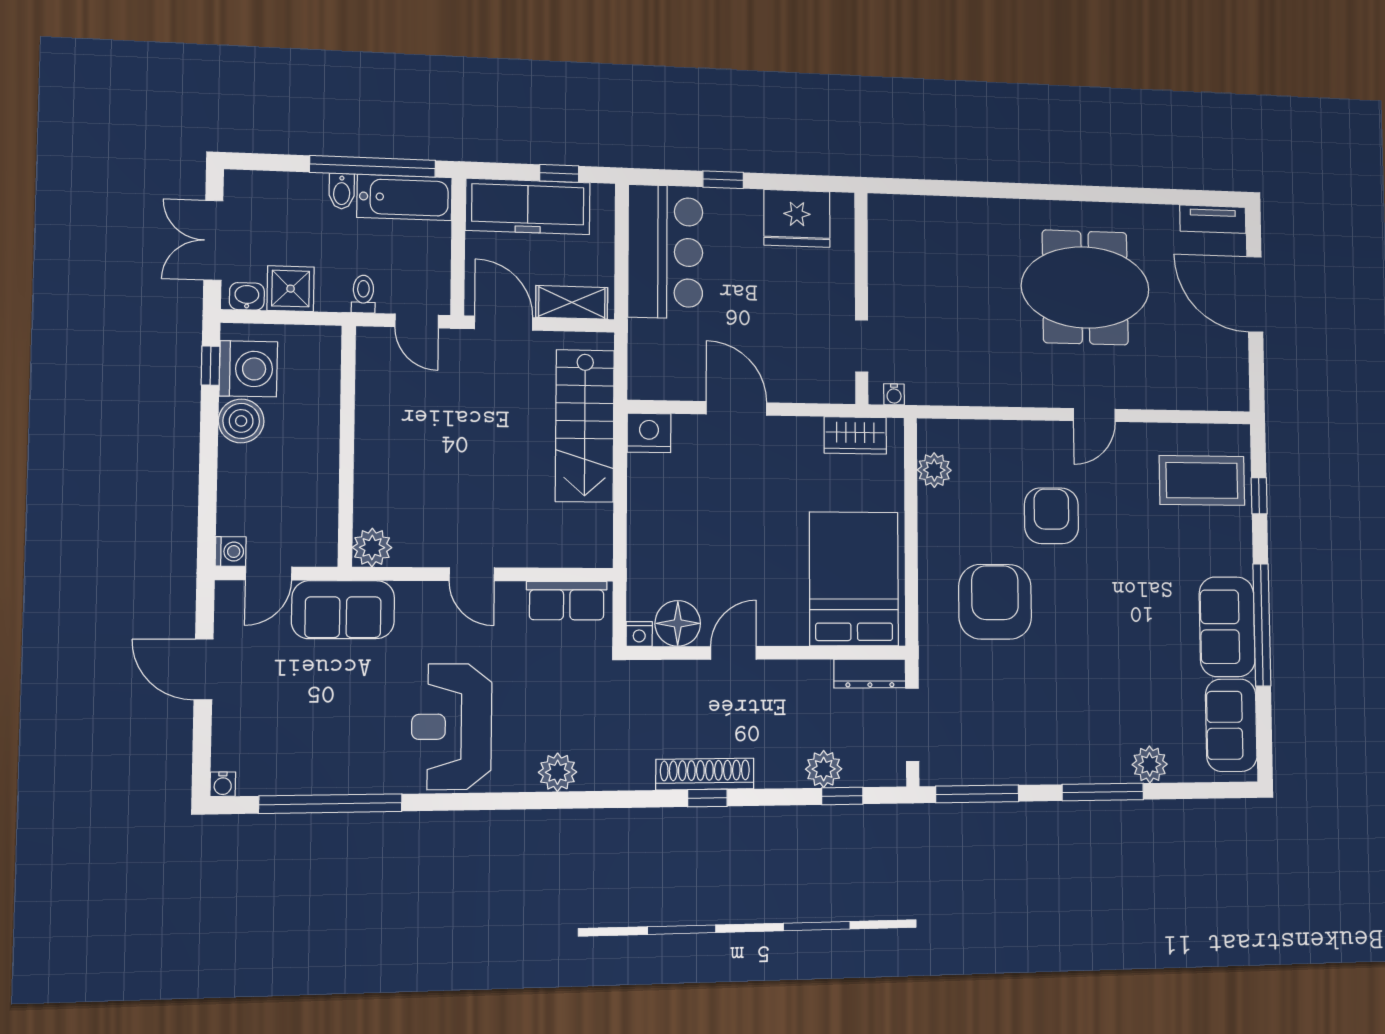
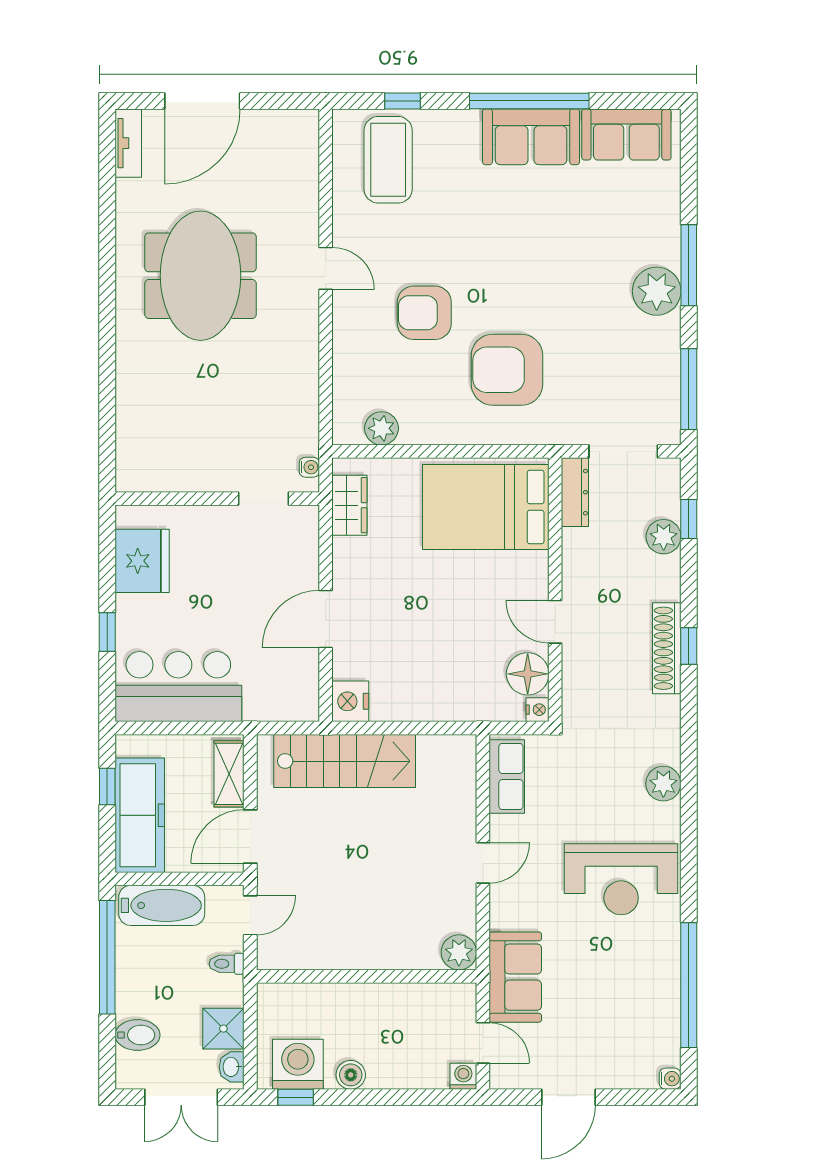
bidet: (342, 191) -> (137, 1035), moved, width x1.38, depth x1.36
bathtub: (405, 197) -> (162, 905), moved, turned 90
boiler: (241, 421) -> (351, 1075), width x0.73, depth x0.73
plant: (1150, 764) -> (657, 291), moved, width x1.36, depth x1.36

